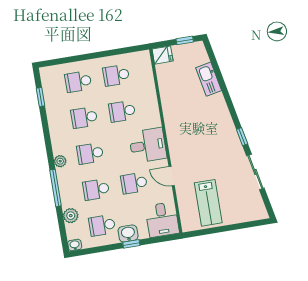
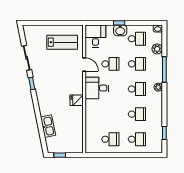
fridge: (163, 55) -> (77, 100), moved
school desk: (122, 111) -> (110, 114), removed
lab bench: (208, 203) -> (62, 42), turned 90

